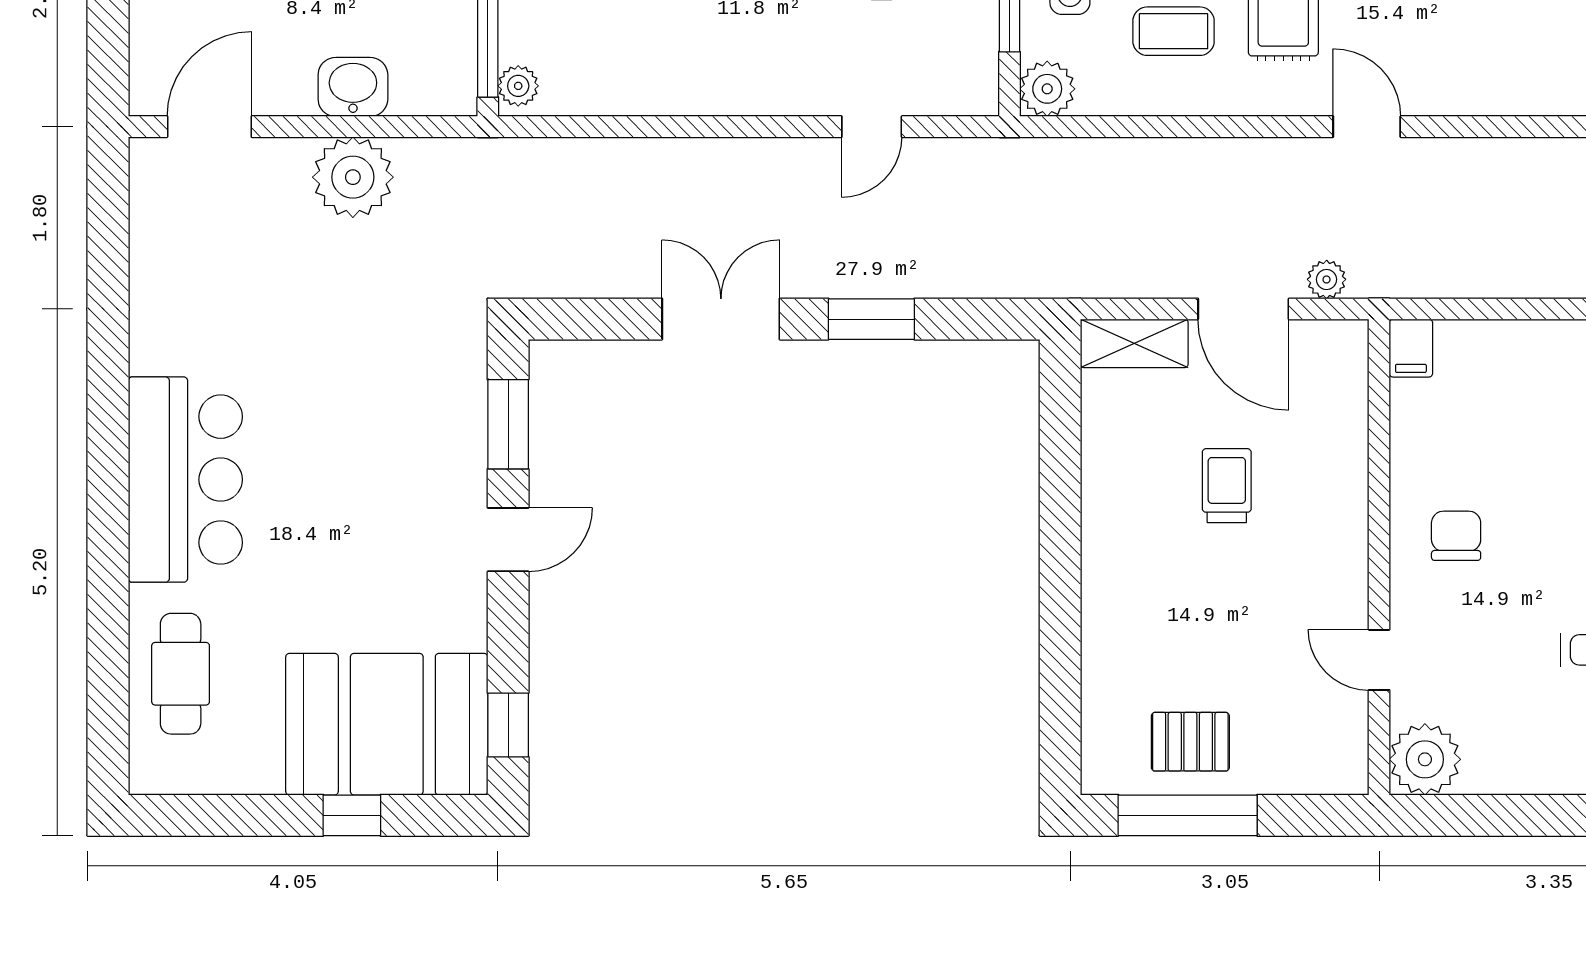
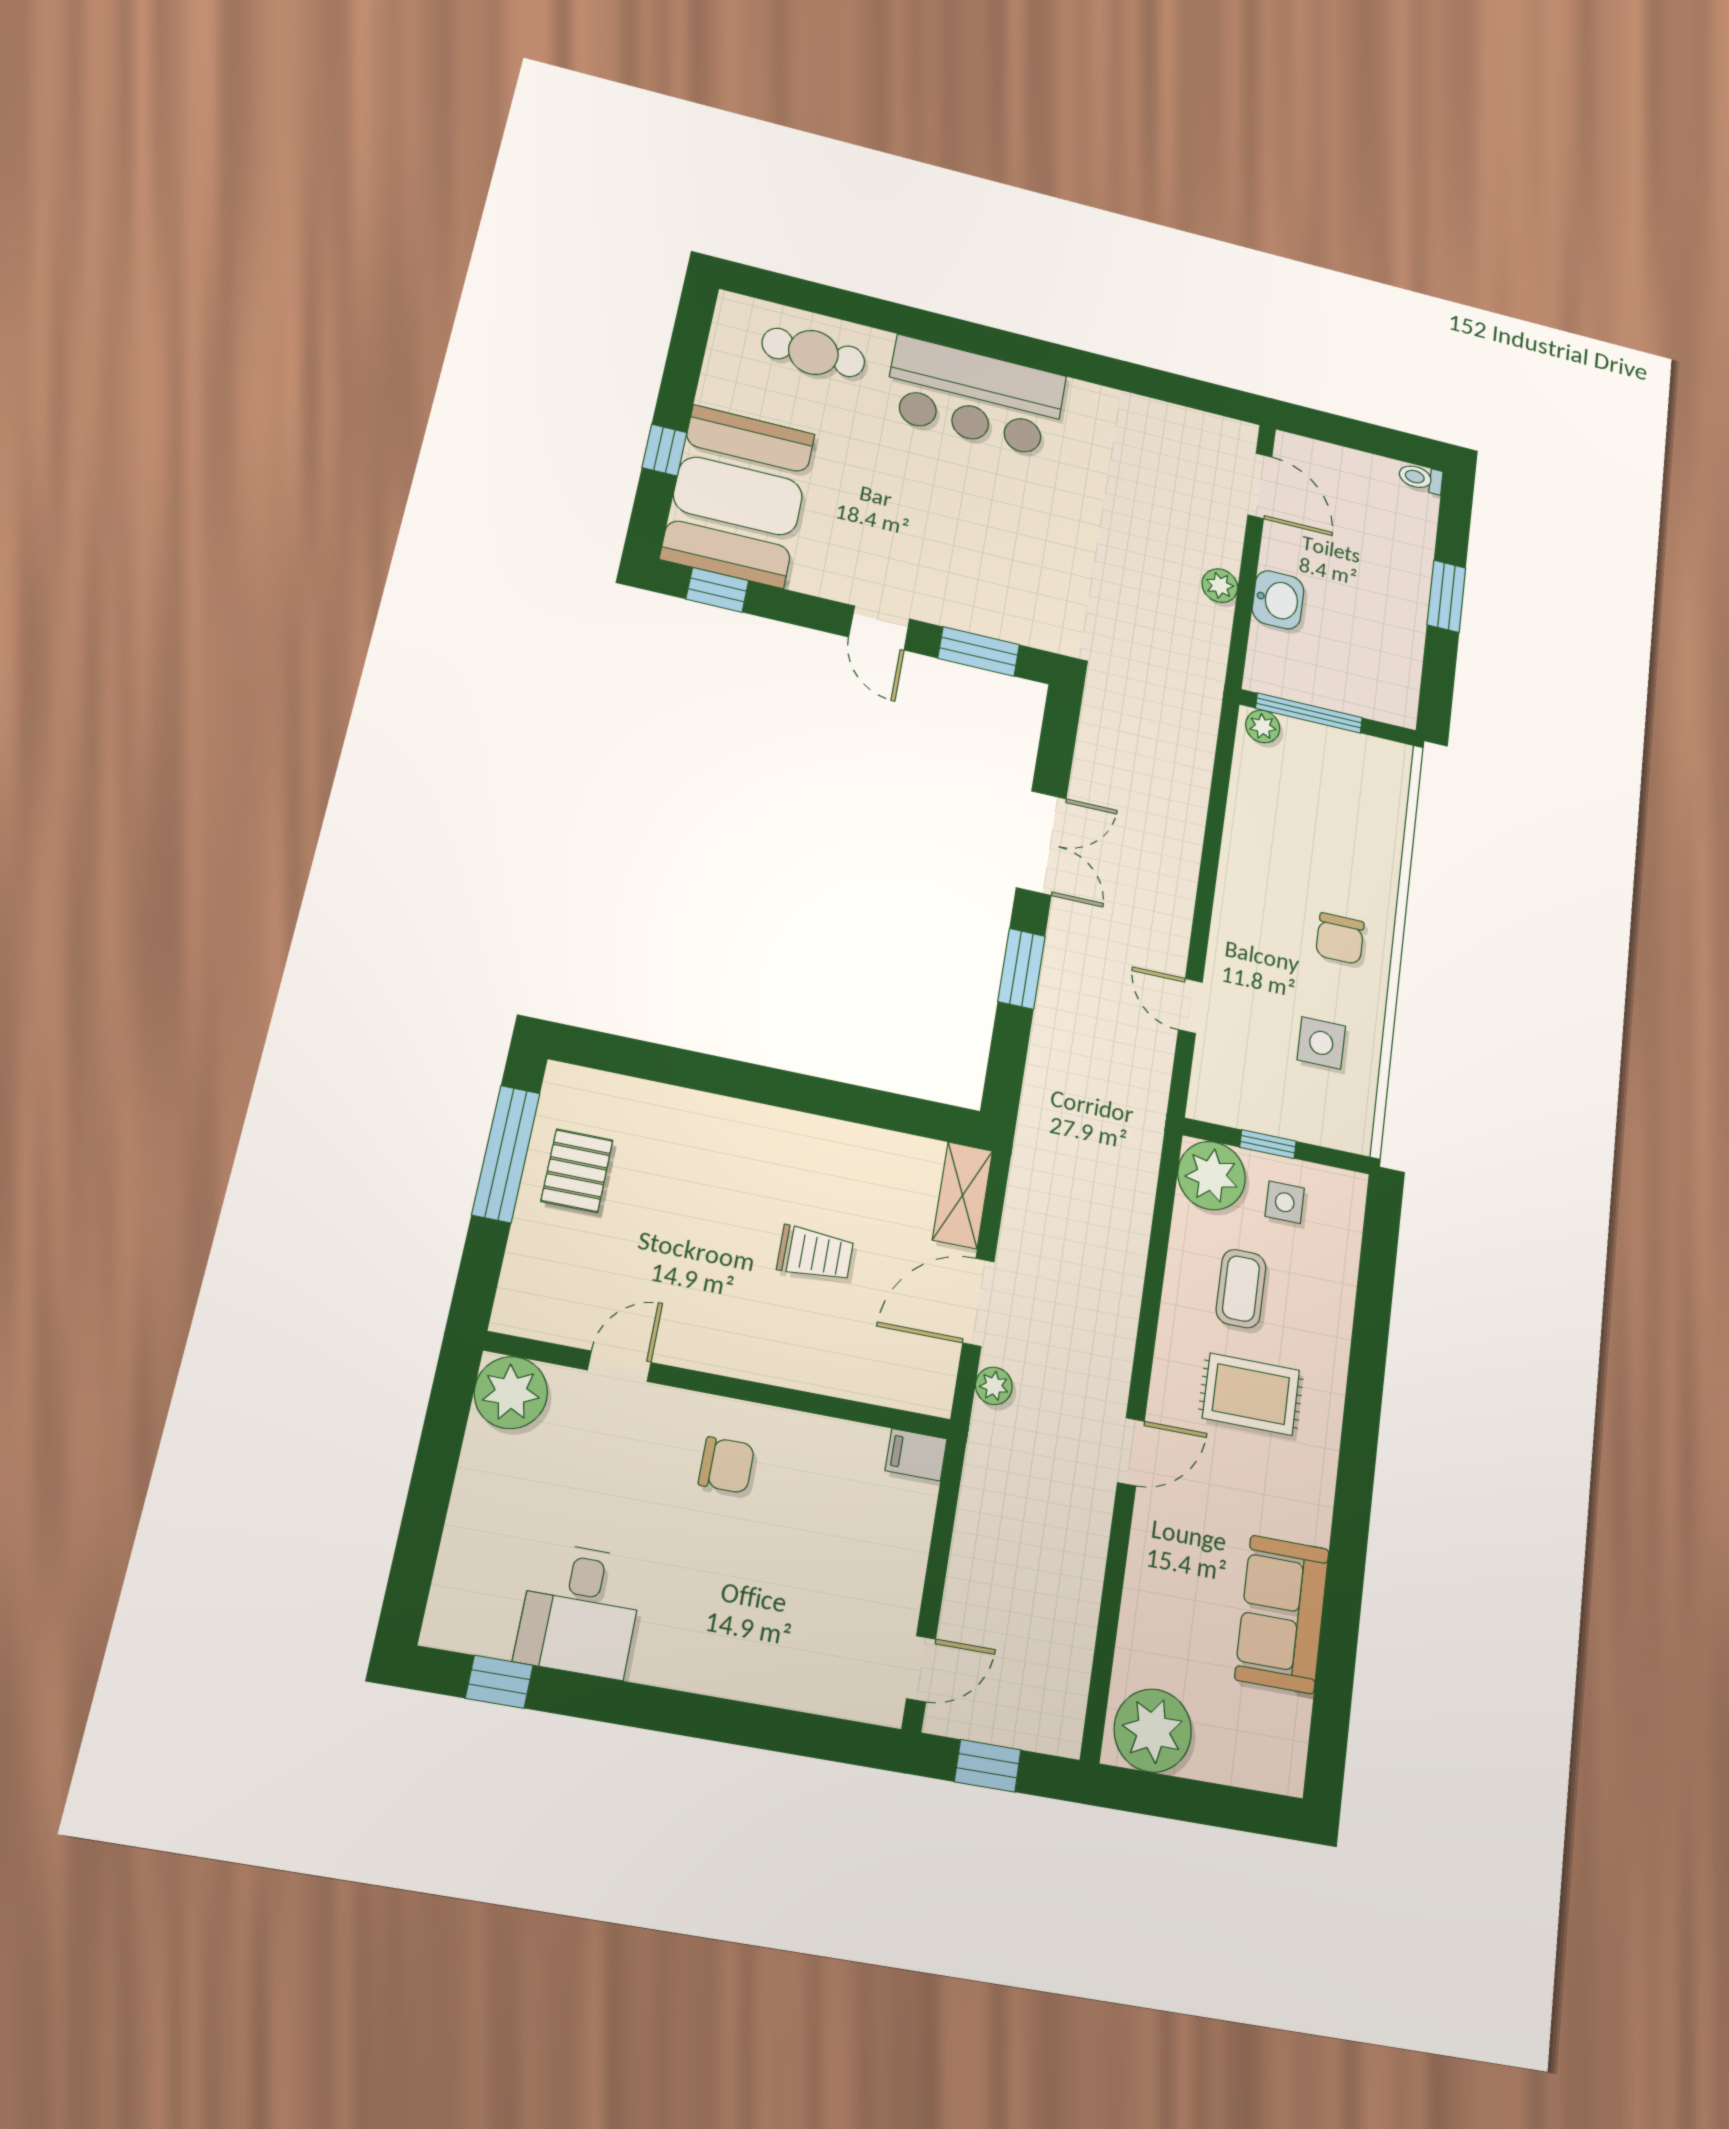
plant: (1047, 89) -> (1212, 1176), width x1.36, depth x1.36
plant: (353, 177) -> (1220, 586), width x0.53, depth x0.53

